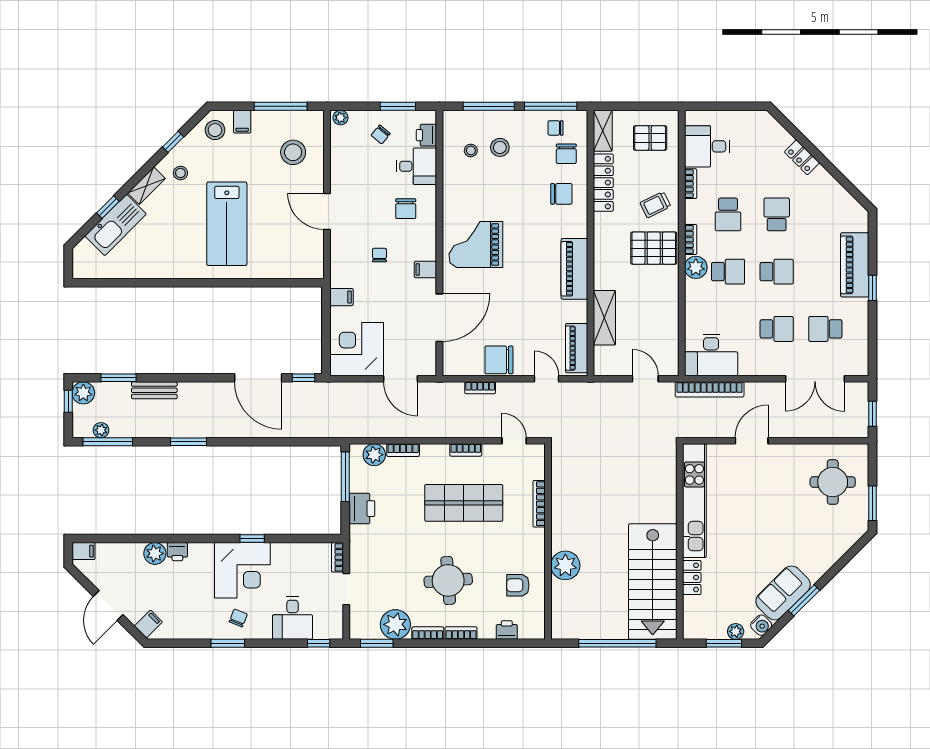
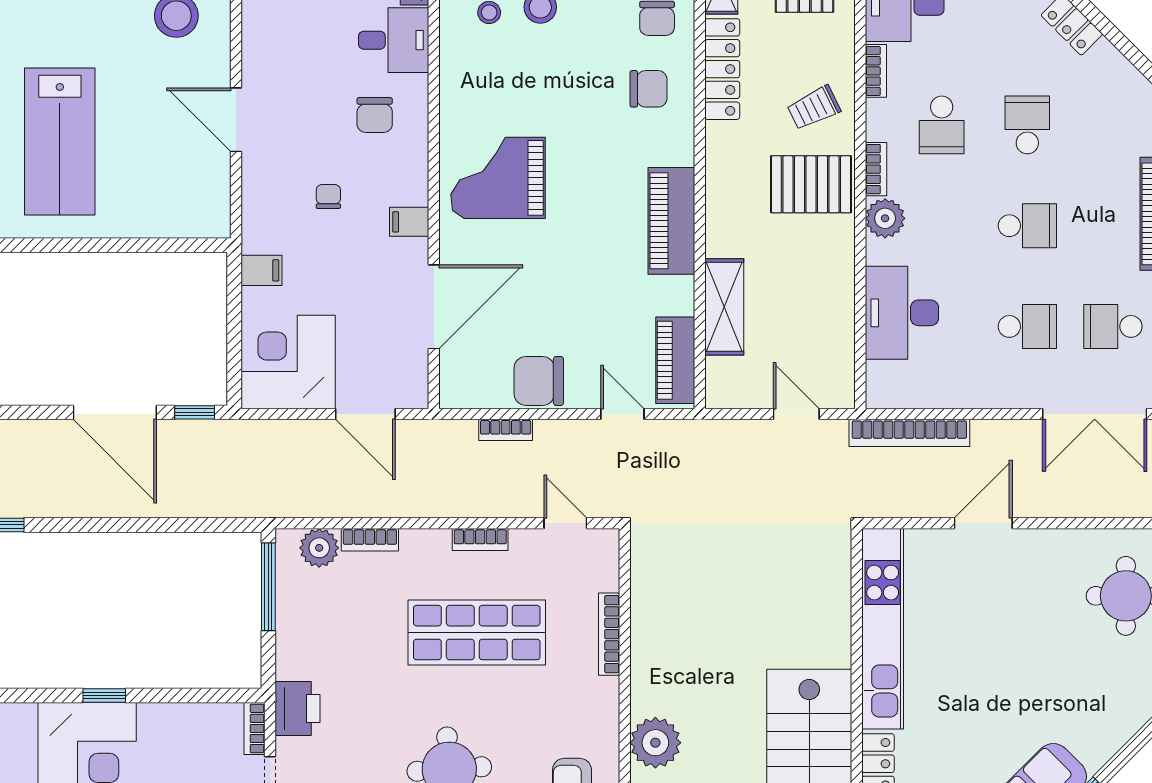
school desk: (728, 272) -> (942, 226), removed
desk: (711, 355) -> (902, 313), moved, turned 90
printer: (362, 509) -> (298, 708), moved

